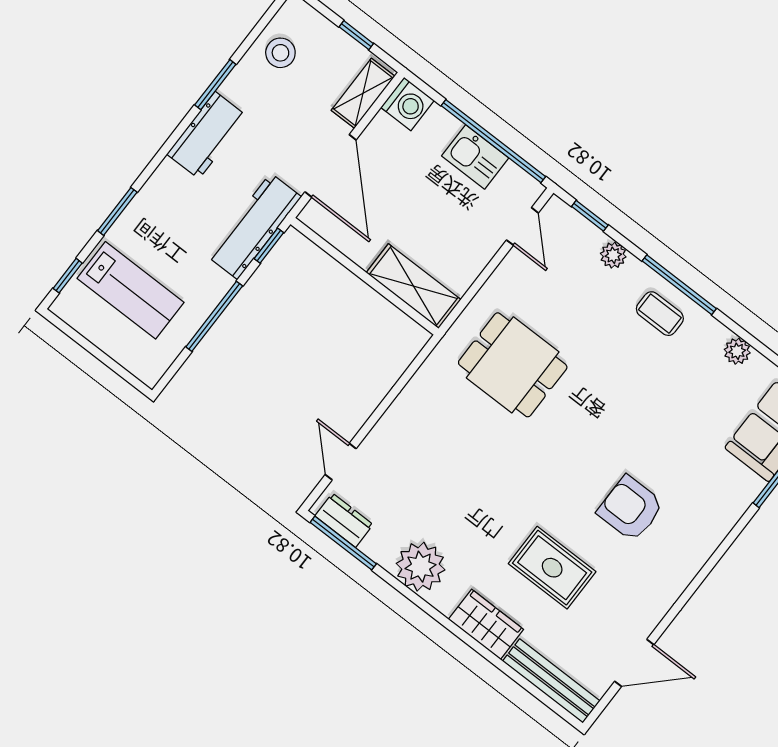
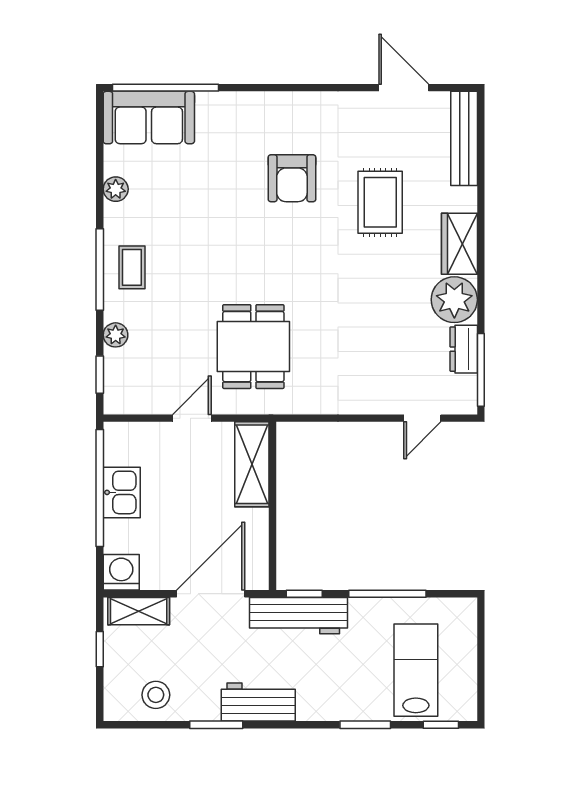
door: (522, 226) -> (192, 418), moved
dresser: (344, 520) -> (464, 349), moved
wardrobe: (486, 624) -> (459, 244), moved

